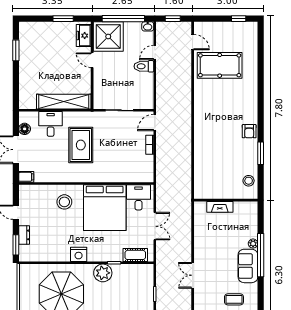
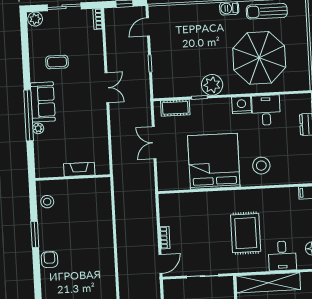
desk: (138, 197) -> (266, 110), moved, turned 180

